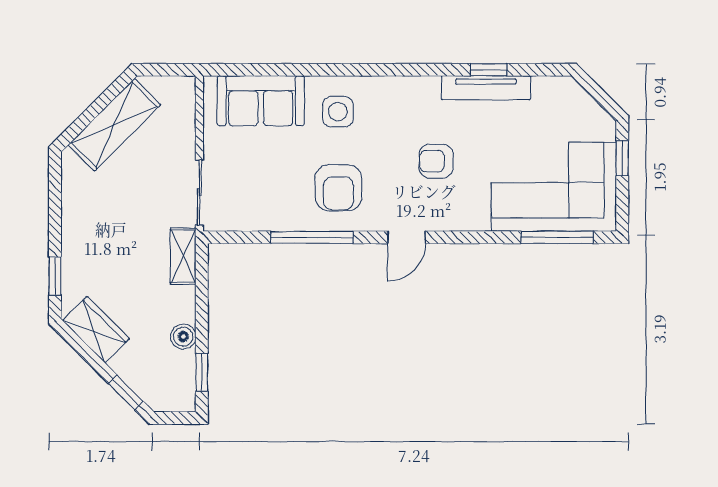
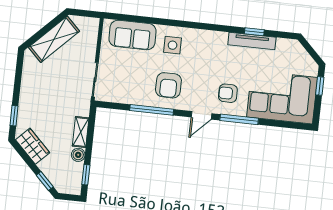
armchair: (436, 161) -> (228, 93), moved
window: (557, 237) -> (239, 119), moved
shelving: (183, 256) -> (81, 132), moved

